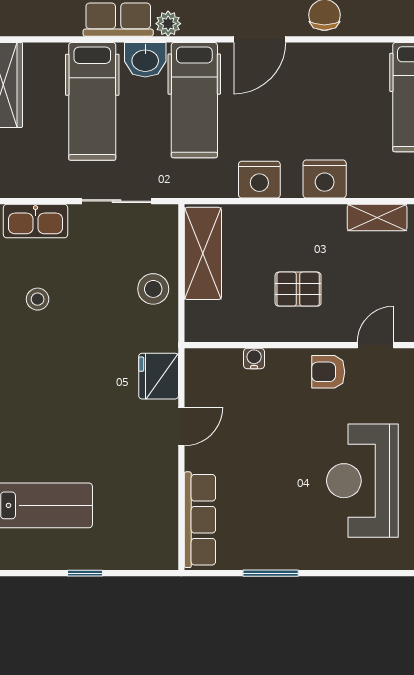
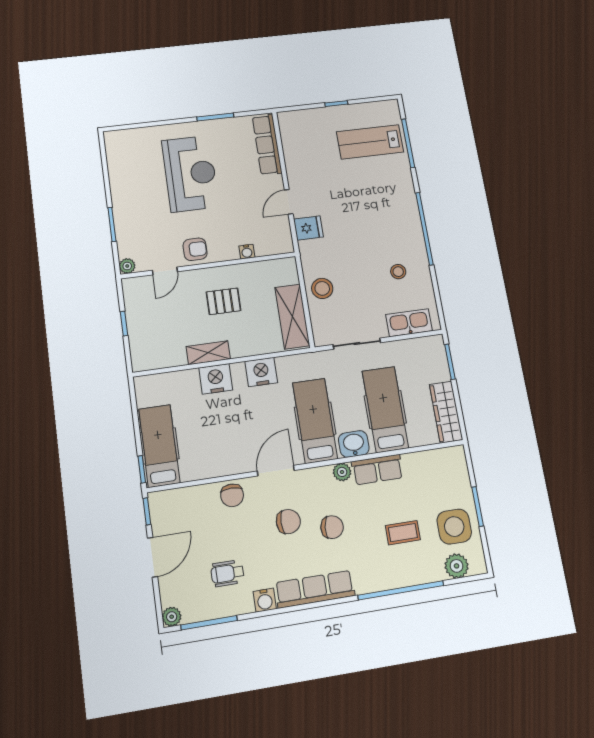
shelving: (377, 218) -> (208, 353), moved
fridge: (159, 376) -> (308, 228), width x0.72
reception desk: (362, 481) -> (190, 174), moved

